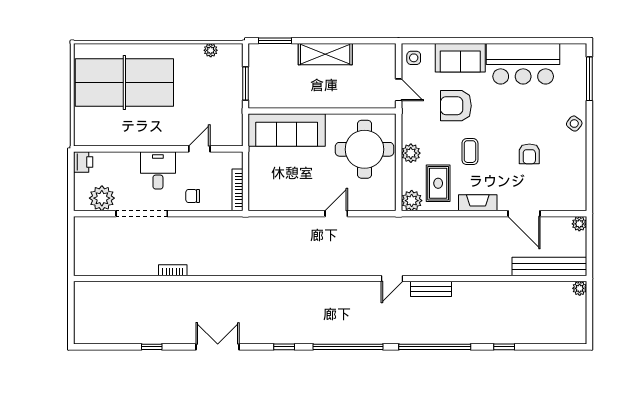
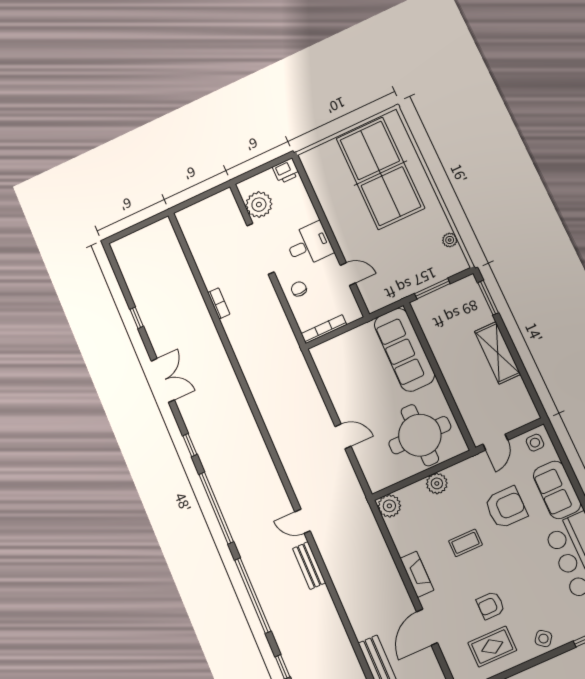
armchair: (456, 106) -> (506, 507), turned 90
rug: (438, 183) -> (492, 647), moved

